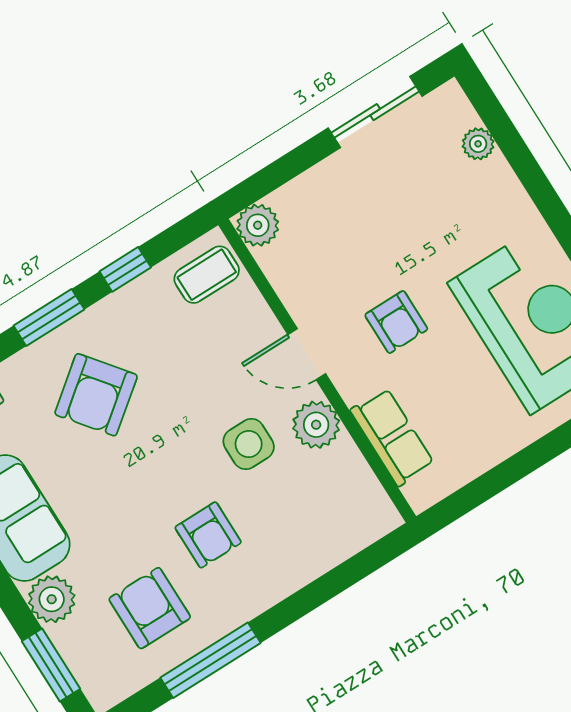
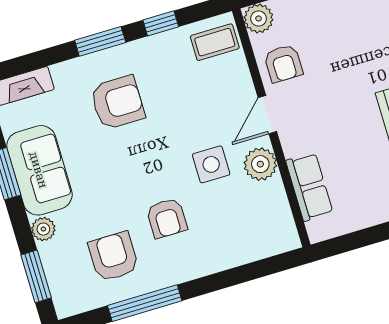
armchair: (396, 322) -> (283, 63), moved
door: (307, 354) -> (267, 115), hinge flipped
armchair: (96, 395) -> (117, 102), turned -142
plant: (52, 599) -> (43, 229), width x0.73, depth x0.73

